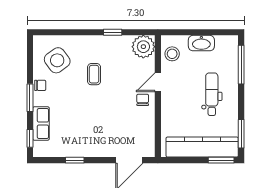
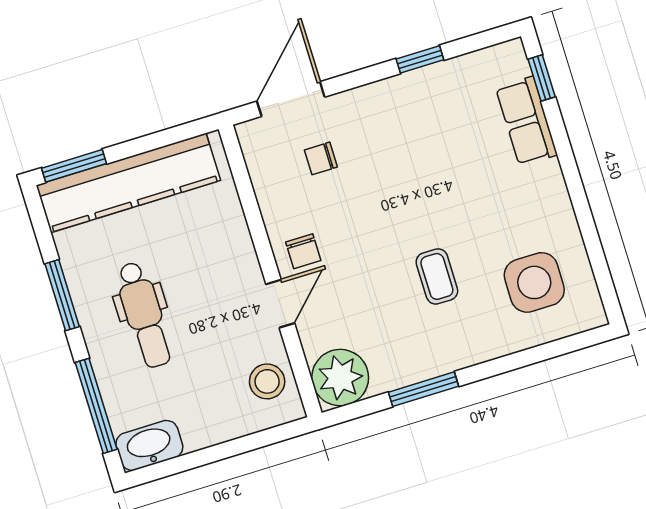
window: (113, 32) -> (424, 389), width x1.50
washbasin: (201, 43) -> (149, 445), moved
side table: (57, 60) -> (534, 282), turned 36
chair: (40, 85) -> (321, 158), moved
window: (30, 98) -> (571, 174), removed
window: (241, 134) -> (62, 295), moved

